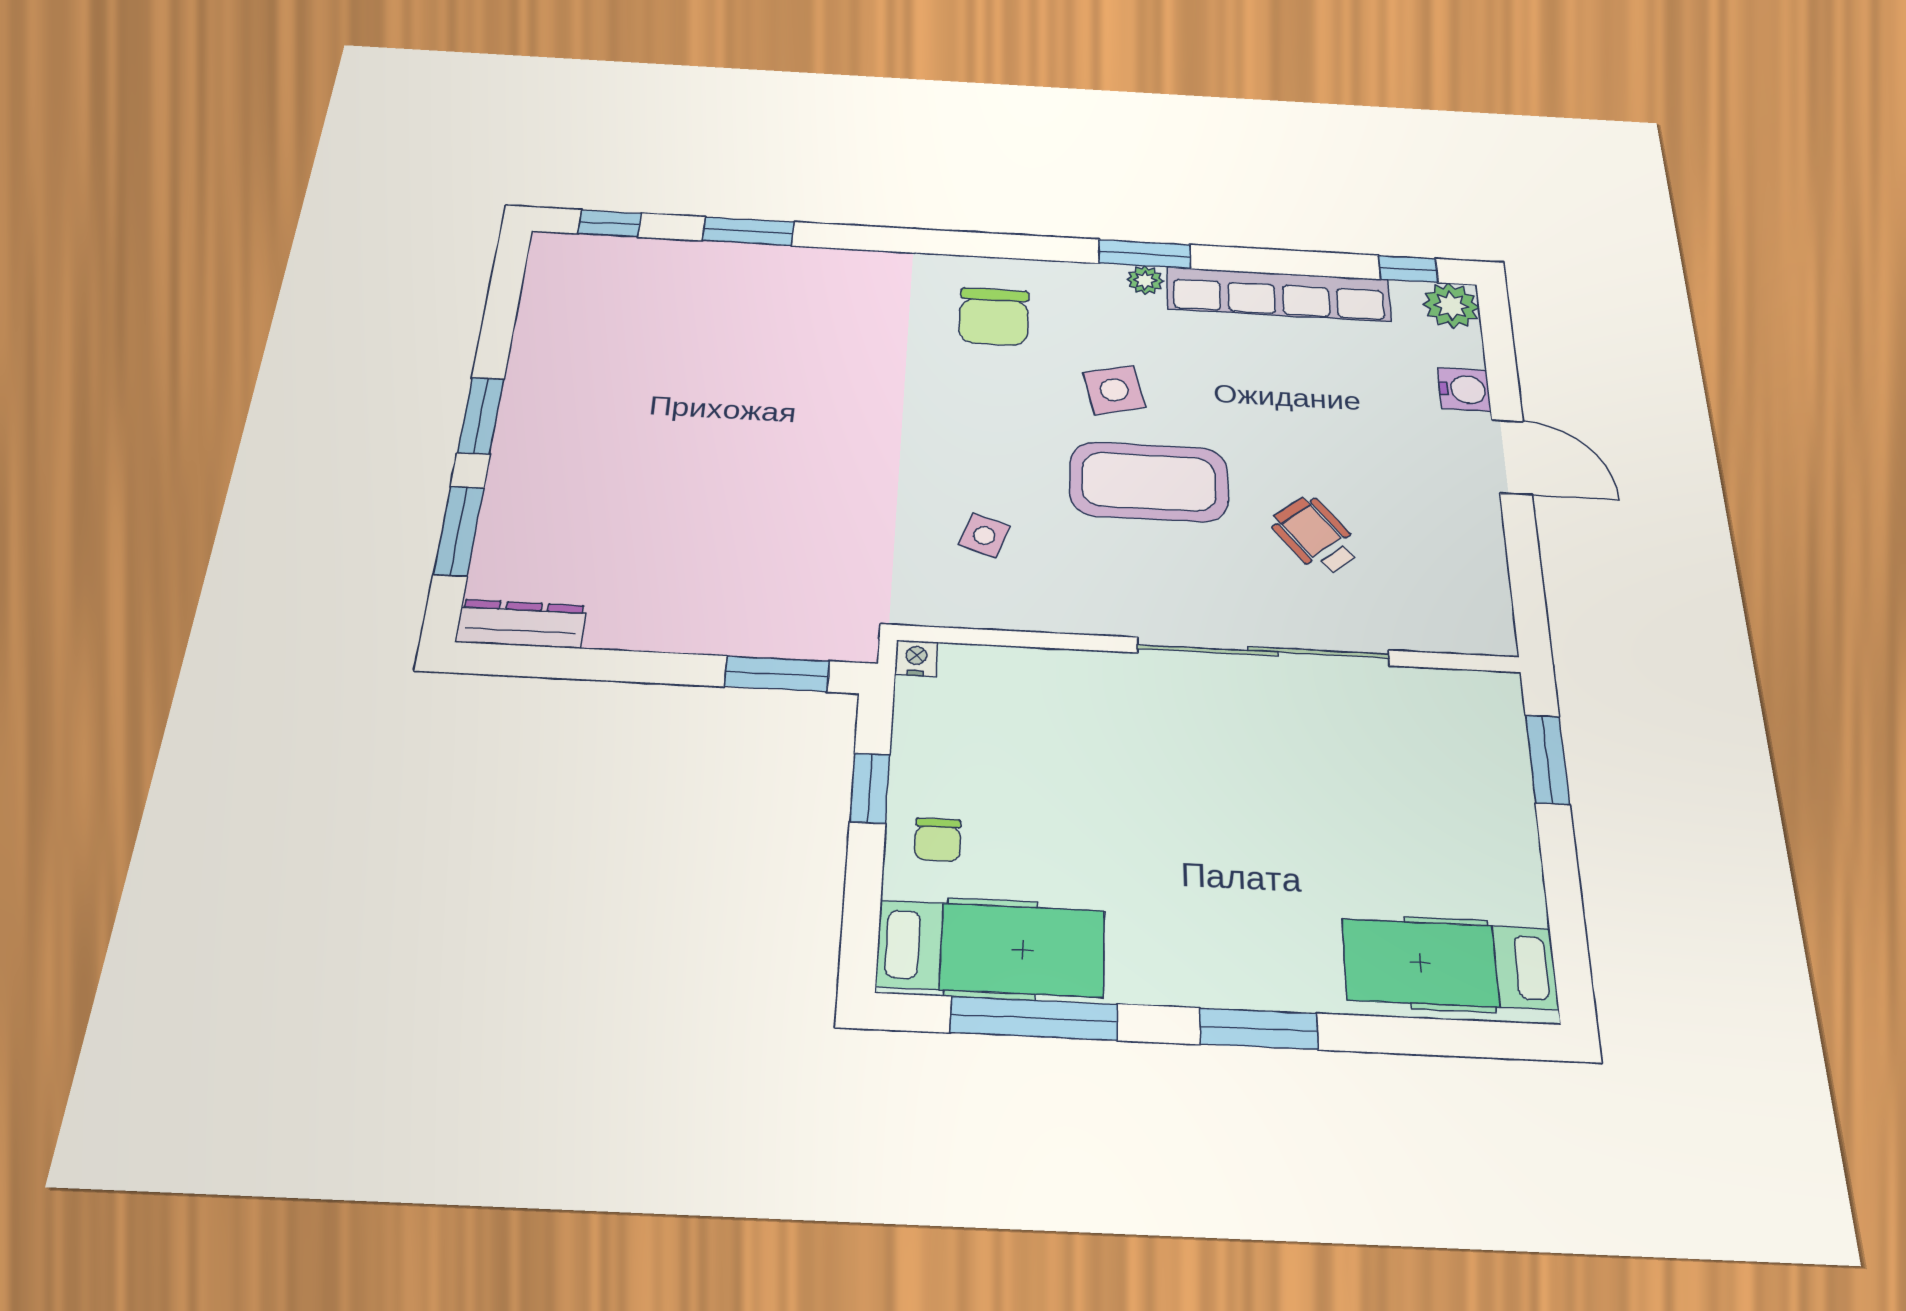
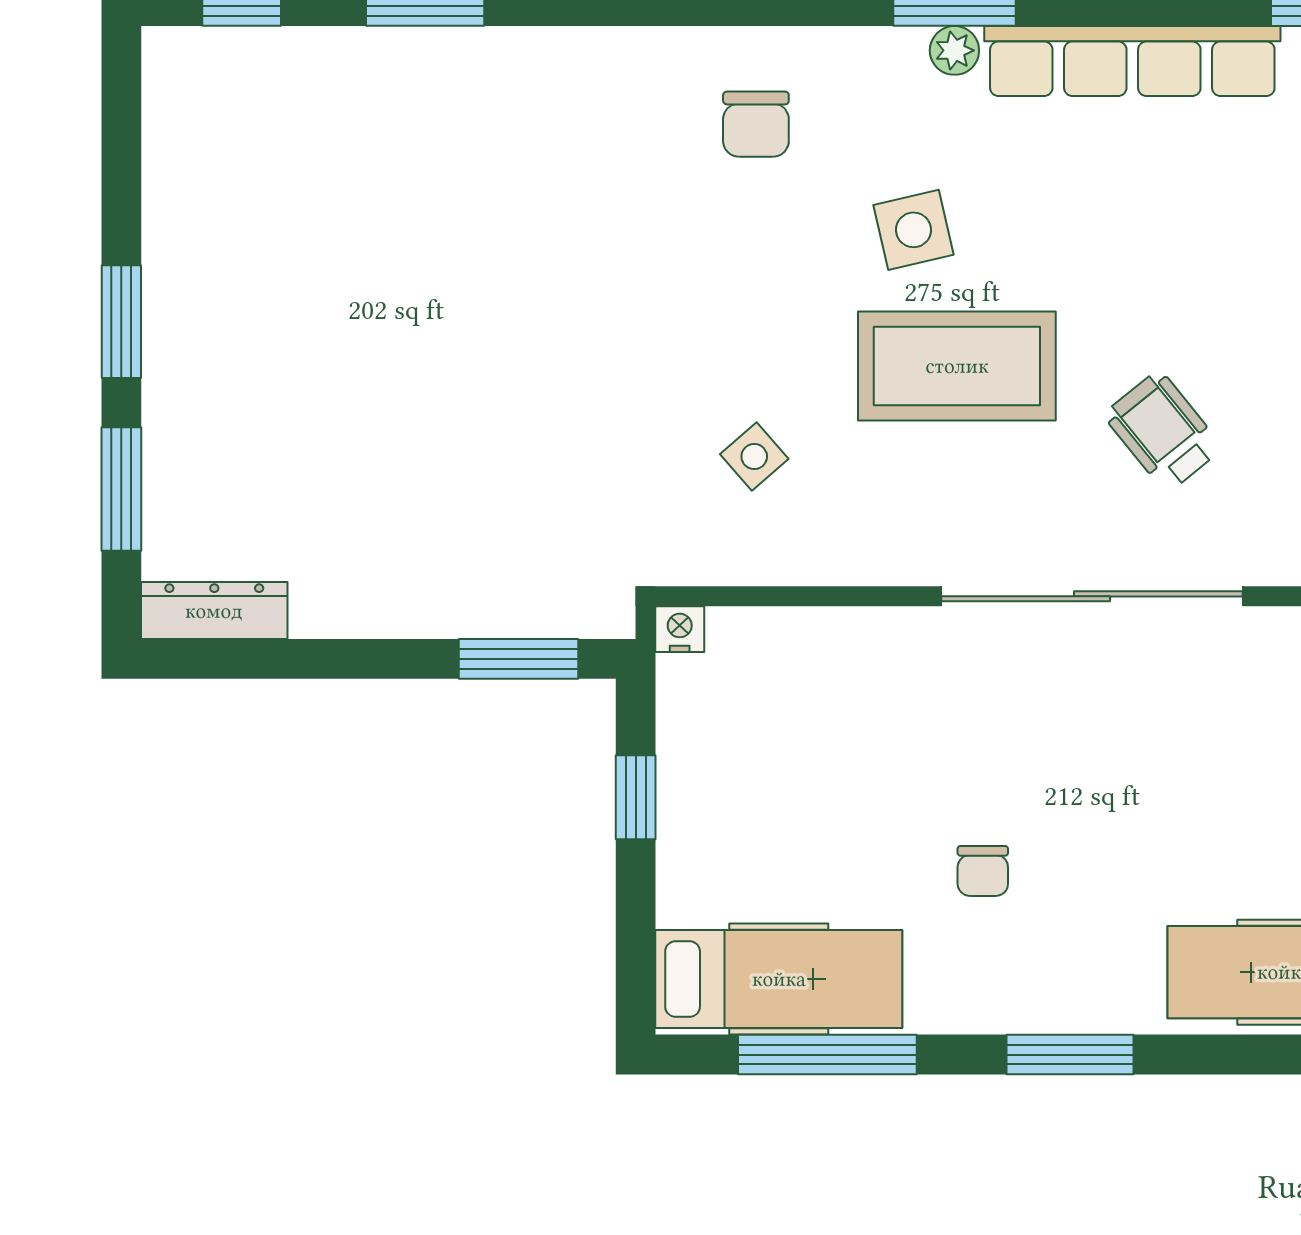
chair: (994, 317) -> (756, 124), width x0.73, depth x0.73
side table: (984, 535) -> (754, 456), turned 30
chair: (938, 840) -> (983, 871), moved

